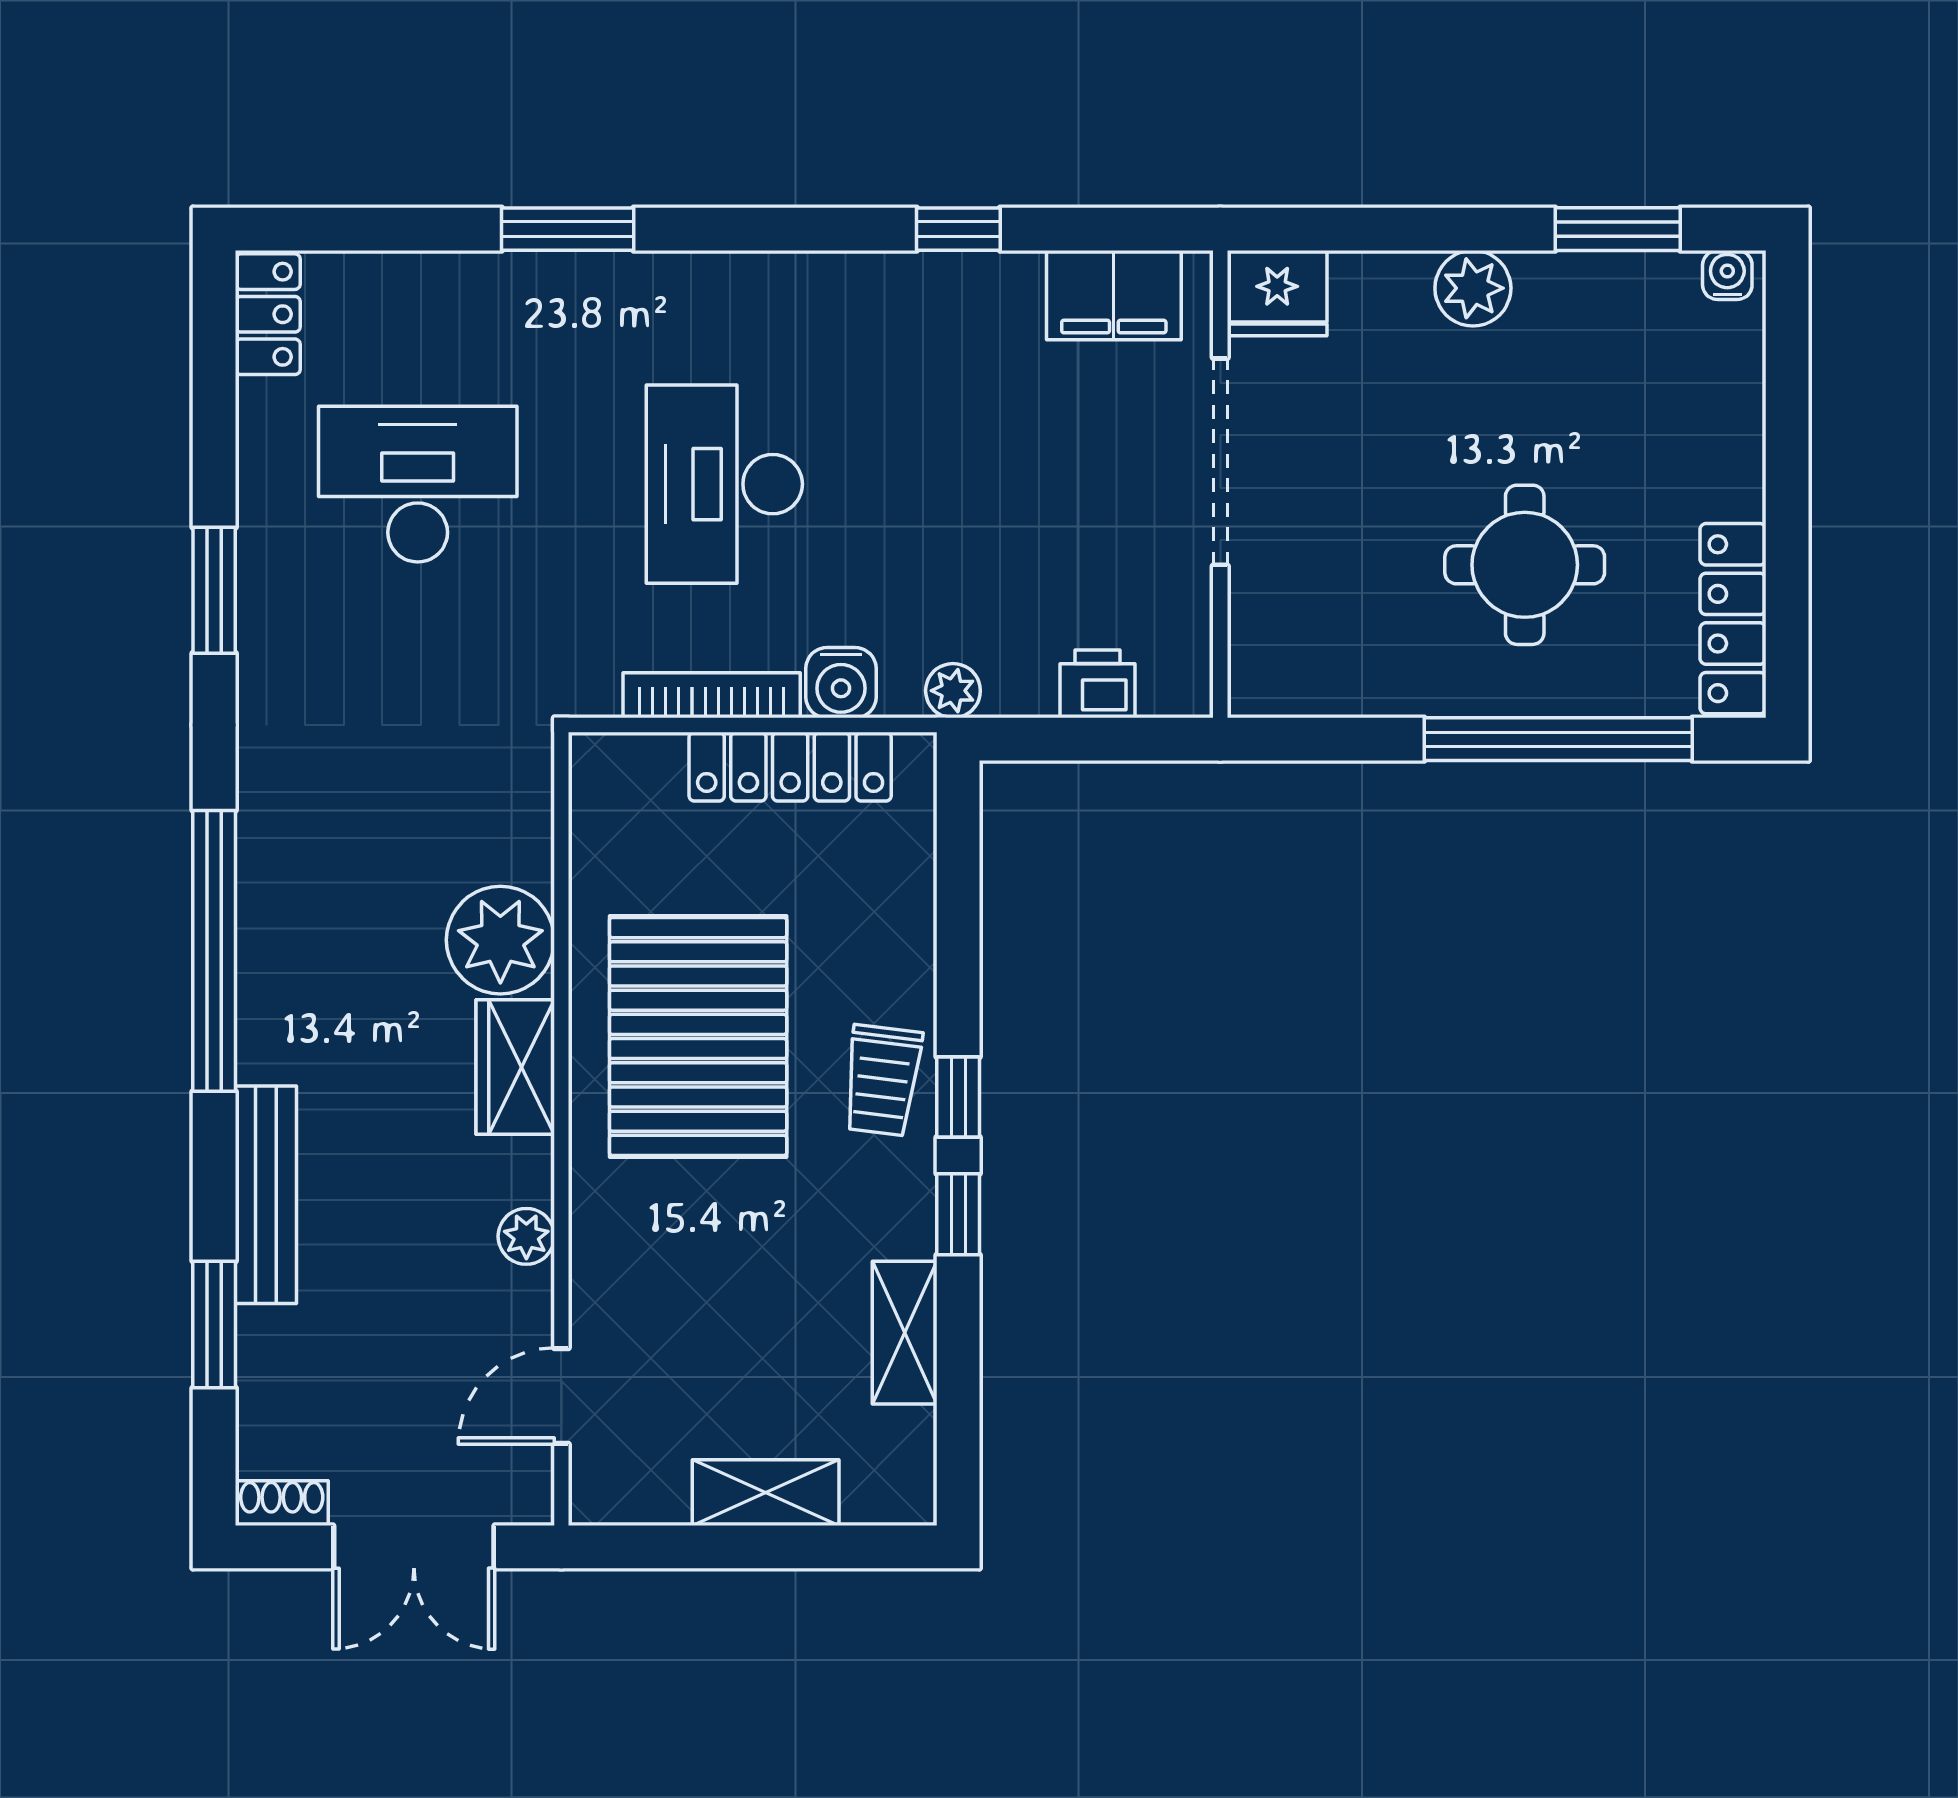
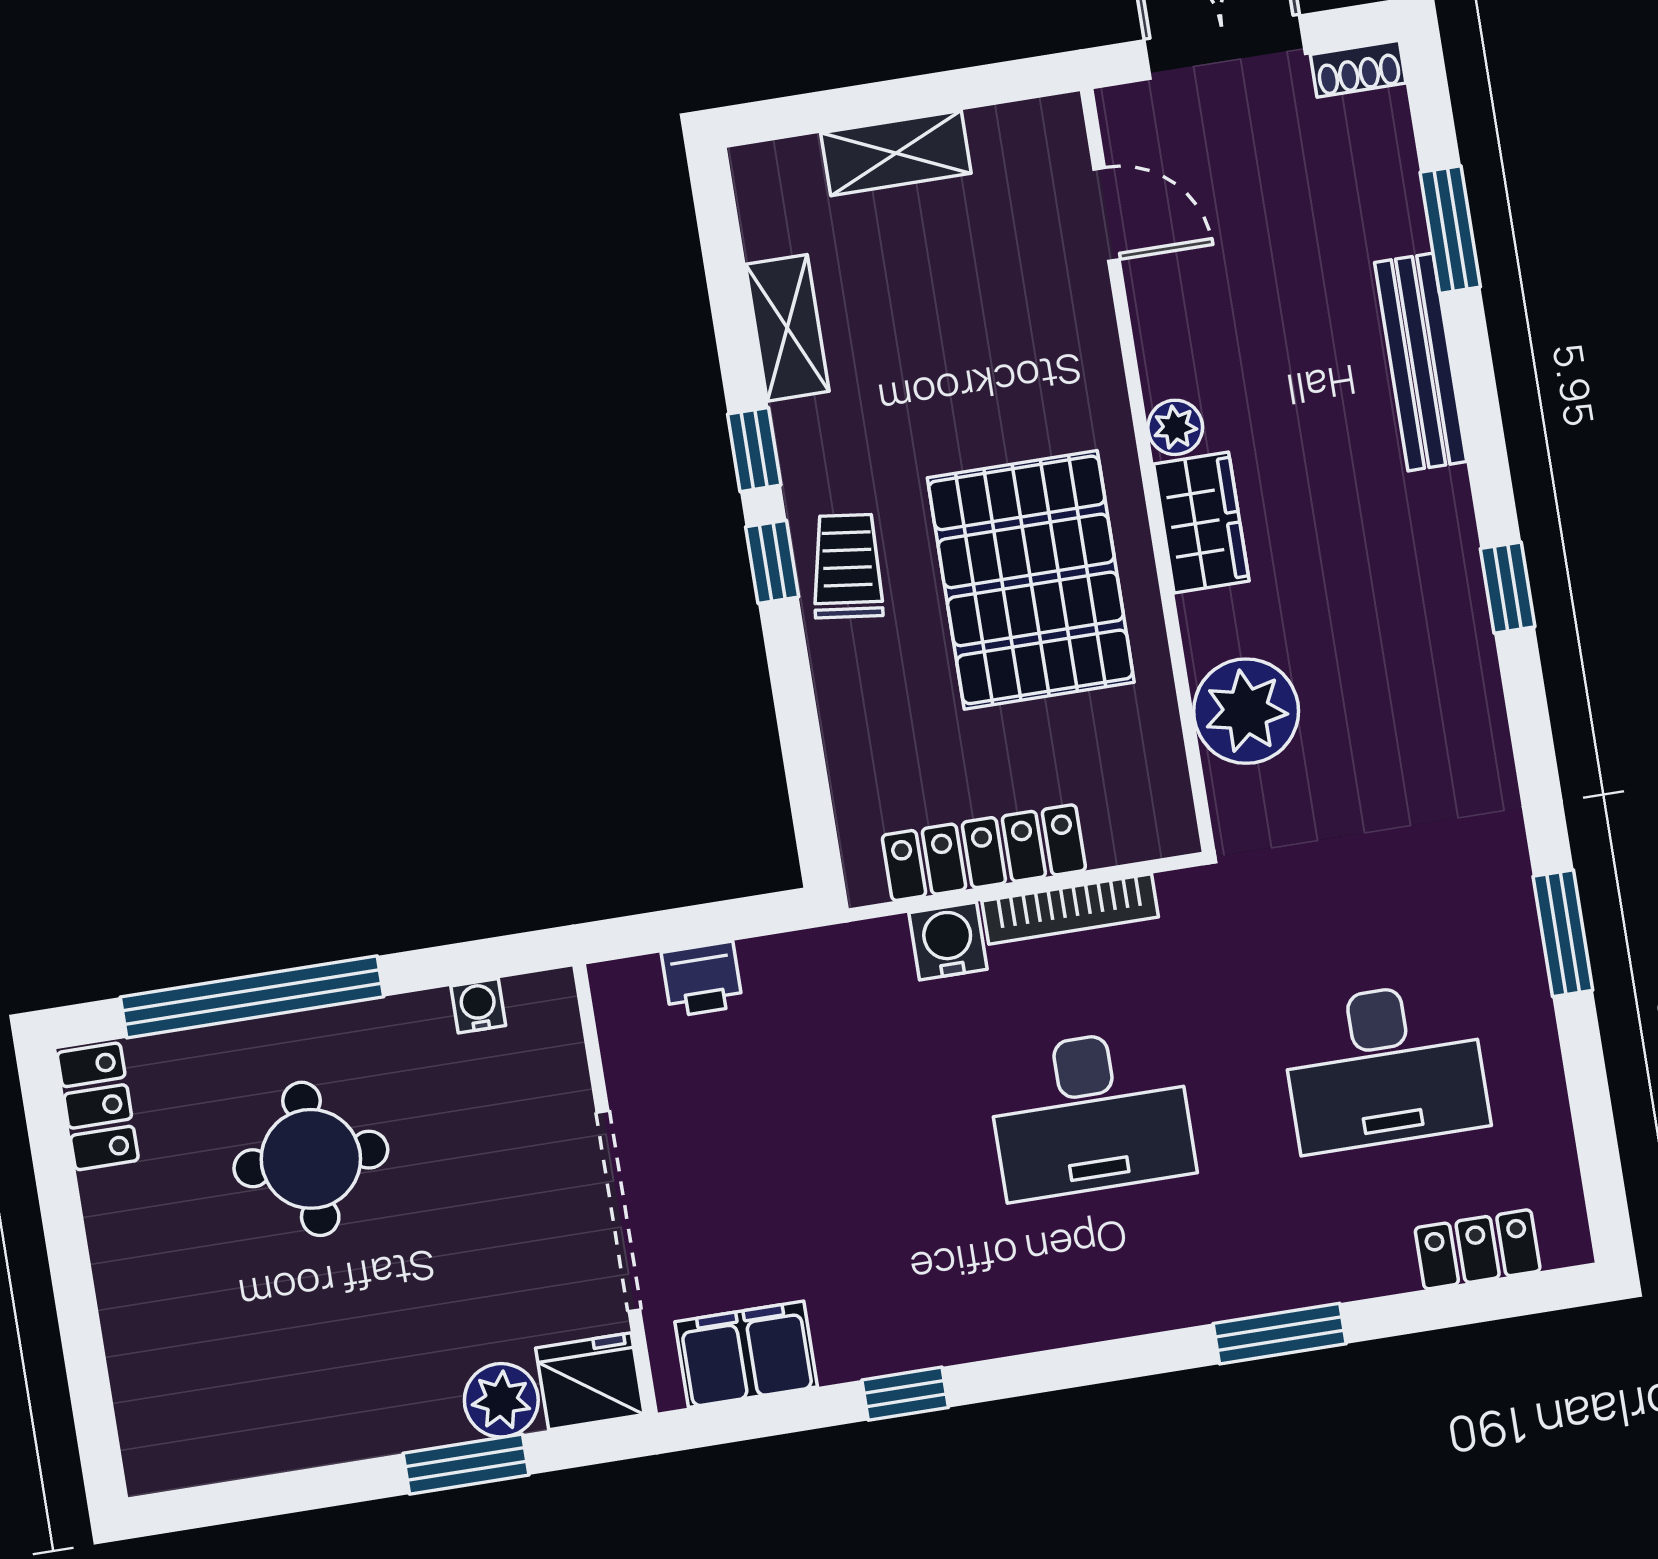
window: (1618, 229) -> (466, 1464), moved
water cooler: (1727, 275) -> (478, 1006), moved, turned 180
plant: (1473, 288) -> (501, 1400), moved
locker: (268, 314) -> (1478, 1249), moved, turned 90
desk: (724, 484) -> (1090, 1113), turned 90
locker: (1733, 619) -> (98, 1106), width x0.66
plant: (953, 691) -> (840, 950), removed
plant: (500, 940) -> (1246, 711), moved
window: (214, 951) -> (1508, 588), width x0.32
plant: (526, 1236) -> (1175, 427), moved
door: (561, 1396) -> (1107, 214), hinge flipped

